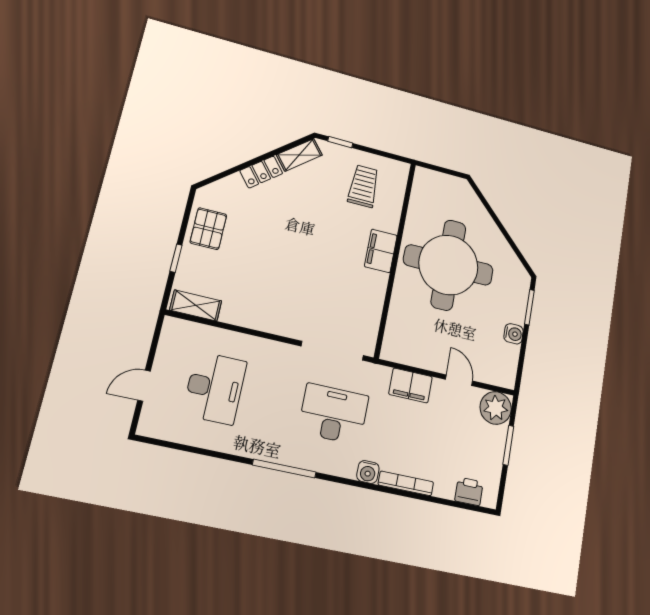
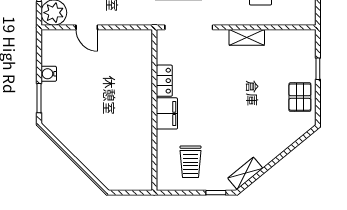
locker: (261, 172) -> (164, 81), moved, turned 129
round table: (448, 265) -> (111, 116), removed
shelving: (196, 305) -> (247, 37), moved
filing cabinet: (410, 385) -> (124, 15), removed

